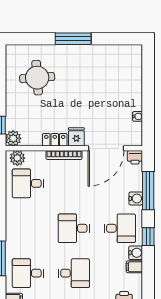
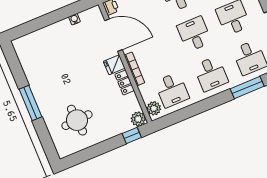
desk: (28, 228) -> (211, 74), added
desk: (74, 228) -> (194, 34), turned 180

